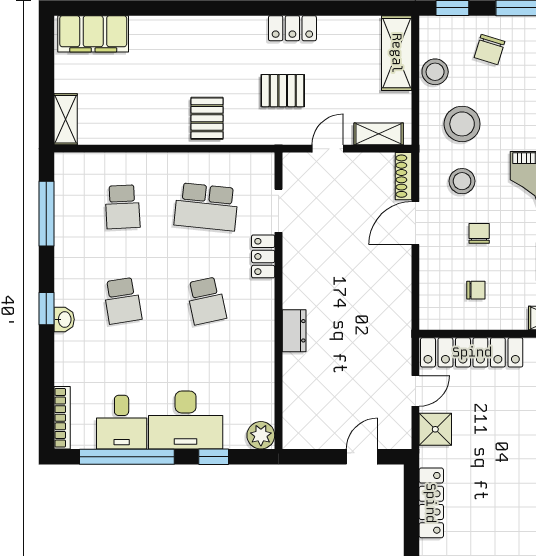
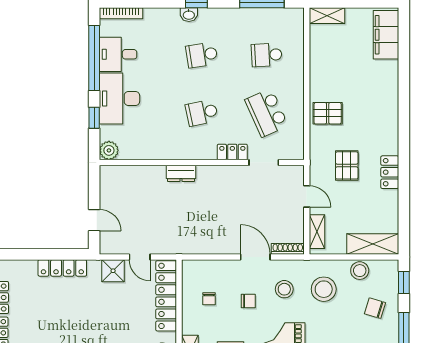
school desk: (206, 207) -> (267, 113), turned -30

